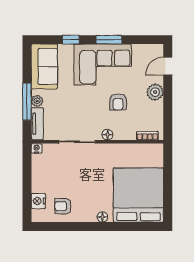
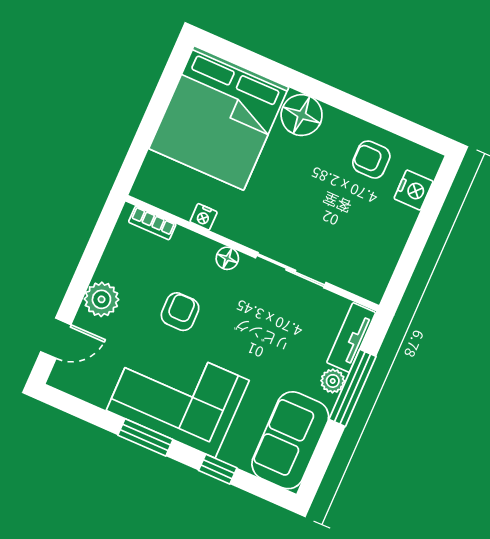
nightstand: (36, 148) -> (204, 217), moved
armchair: (63, 206) -> (371, 160), turned 180
floor lamp: (102, 217) -> (302, 115), width x1.89, depth x1.89

